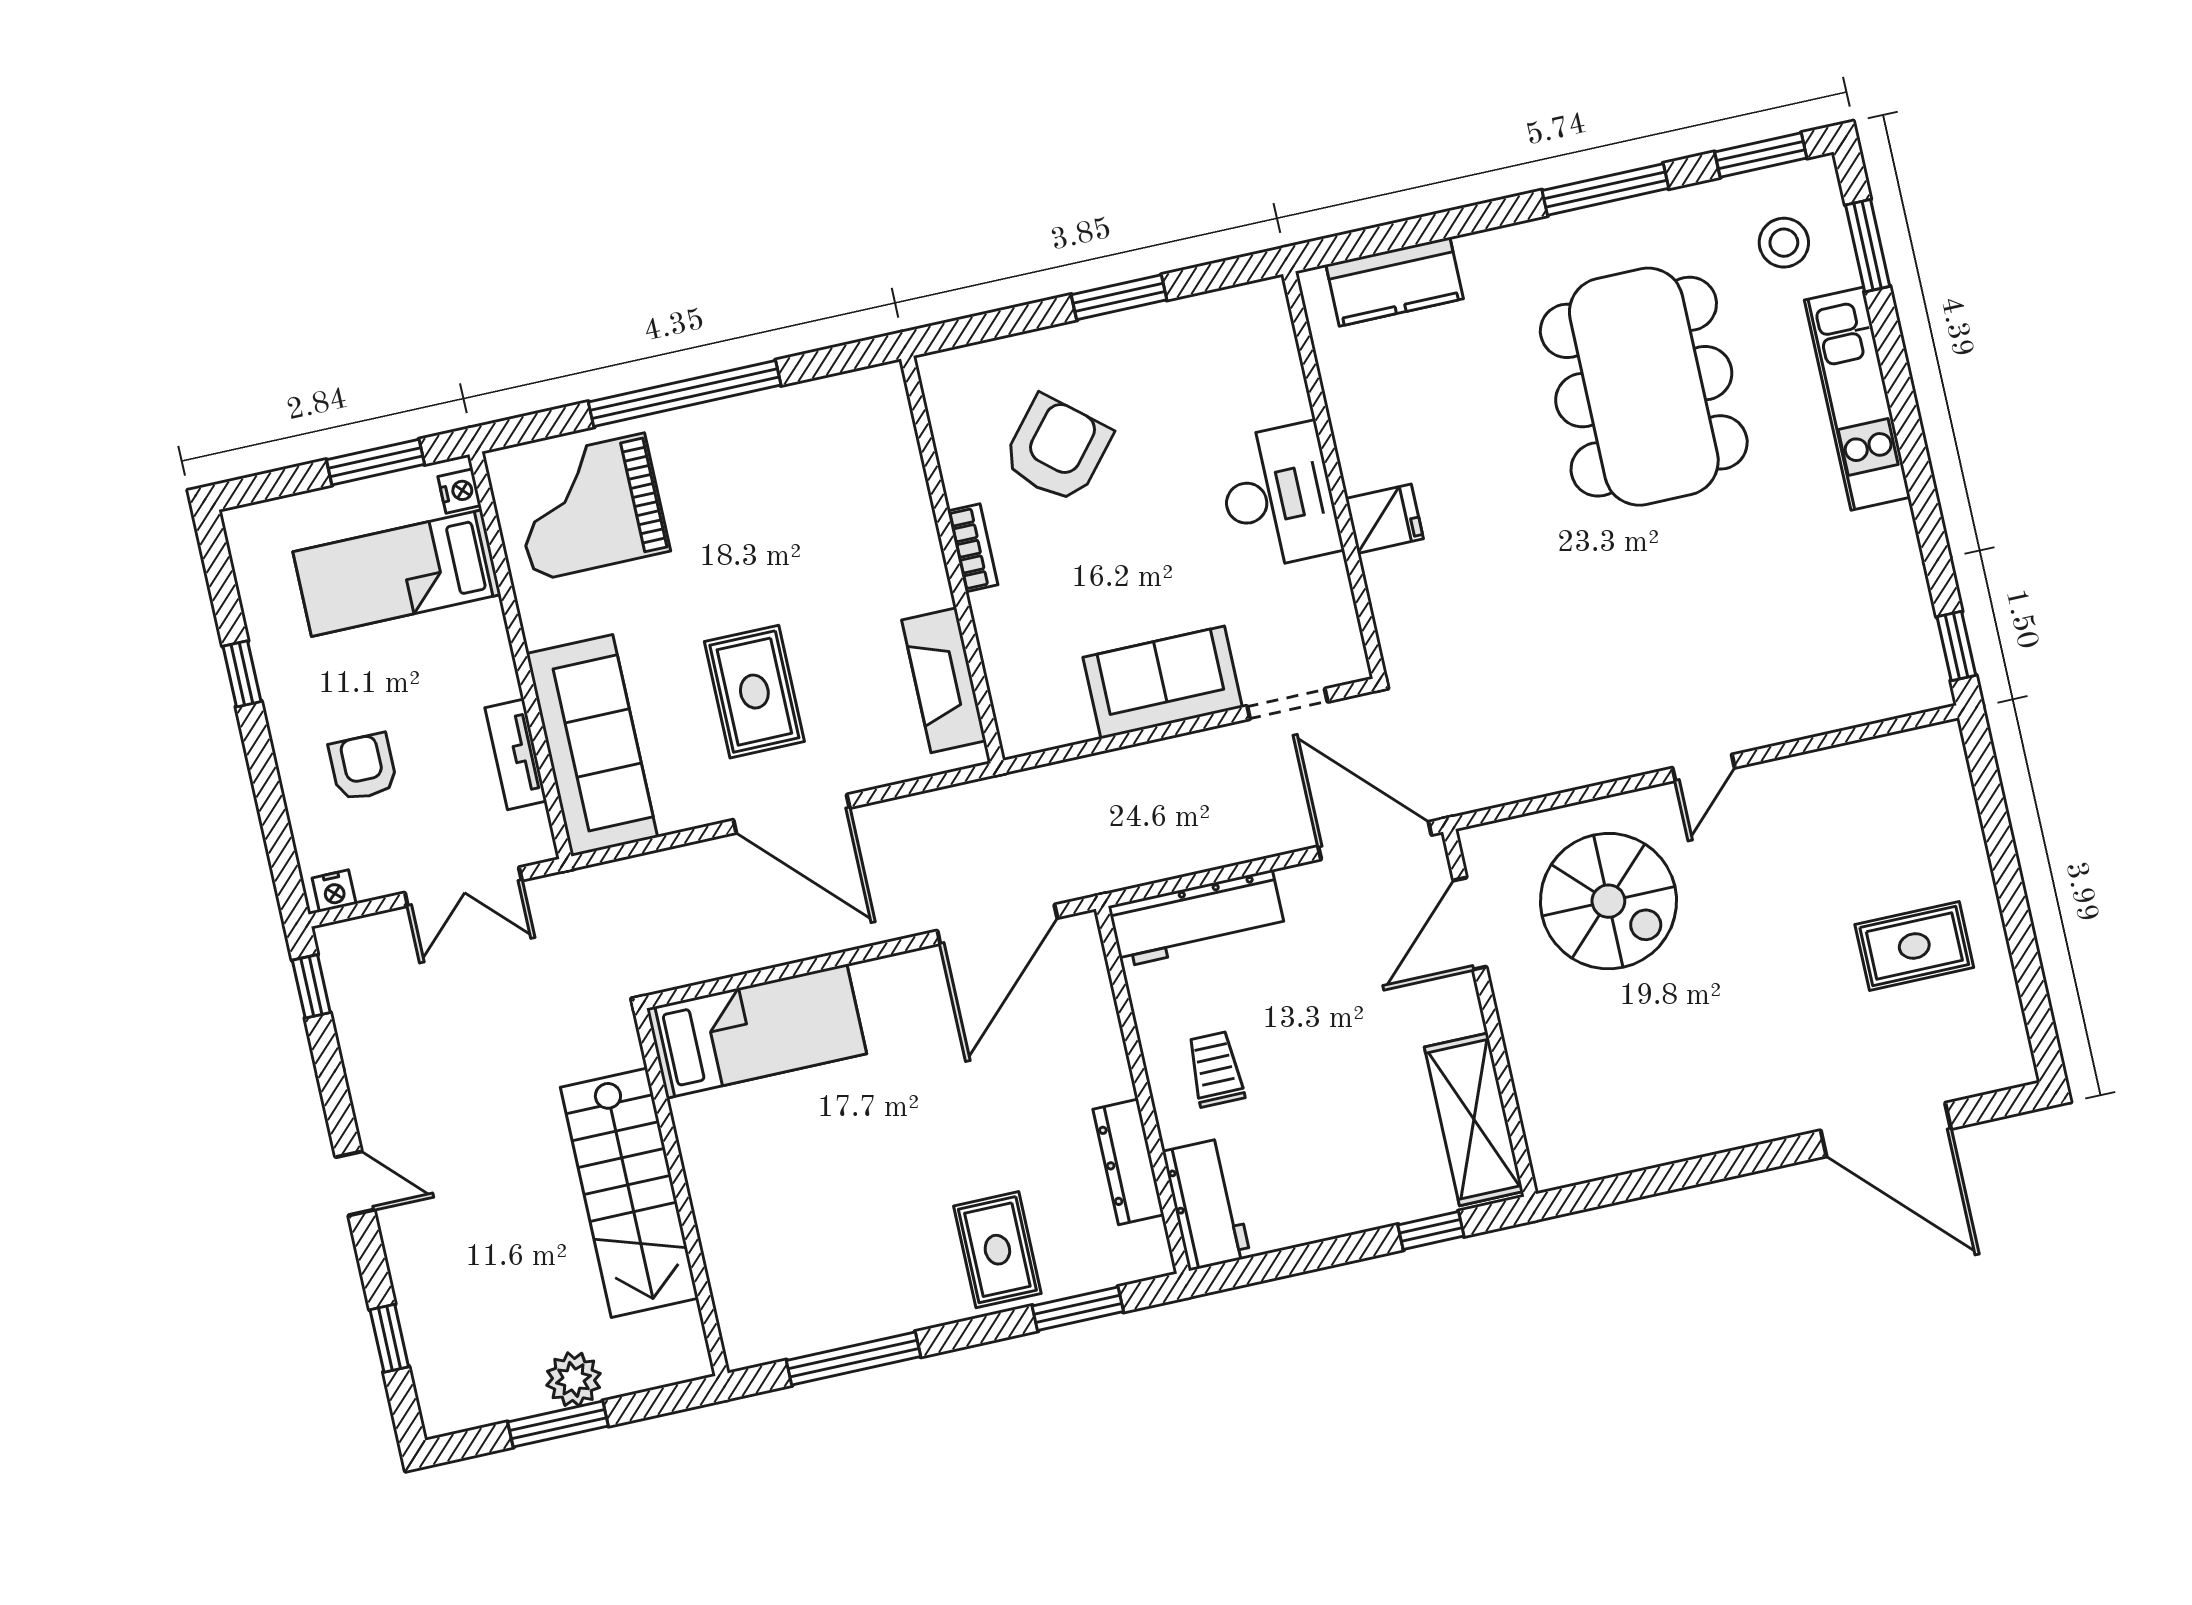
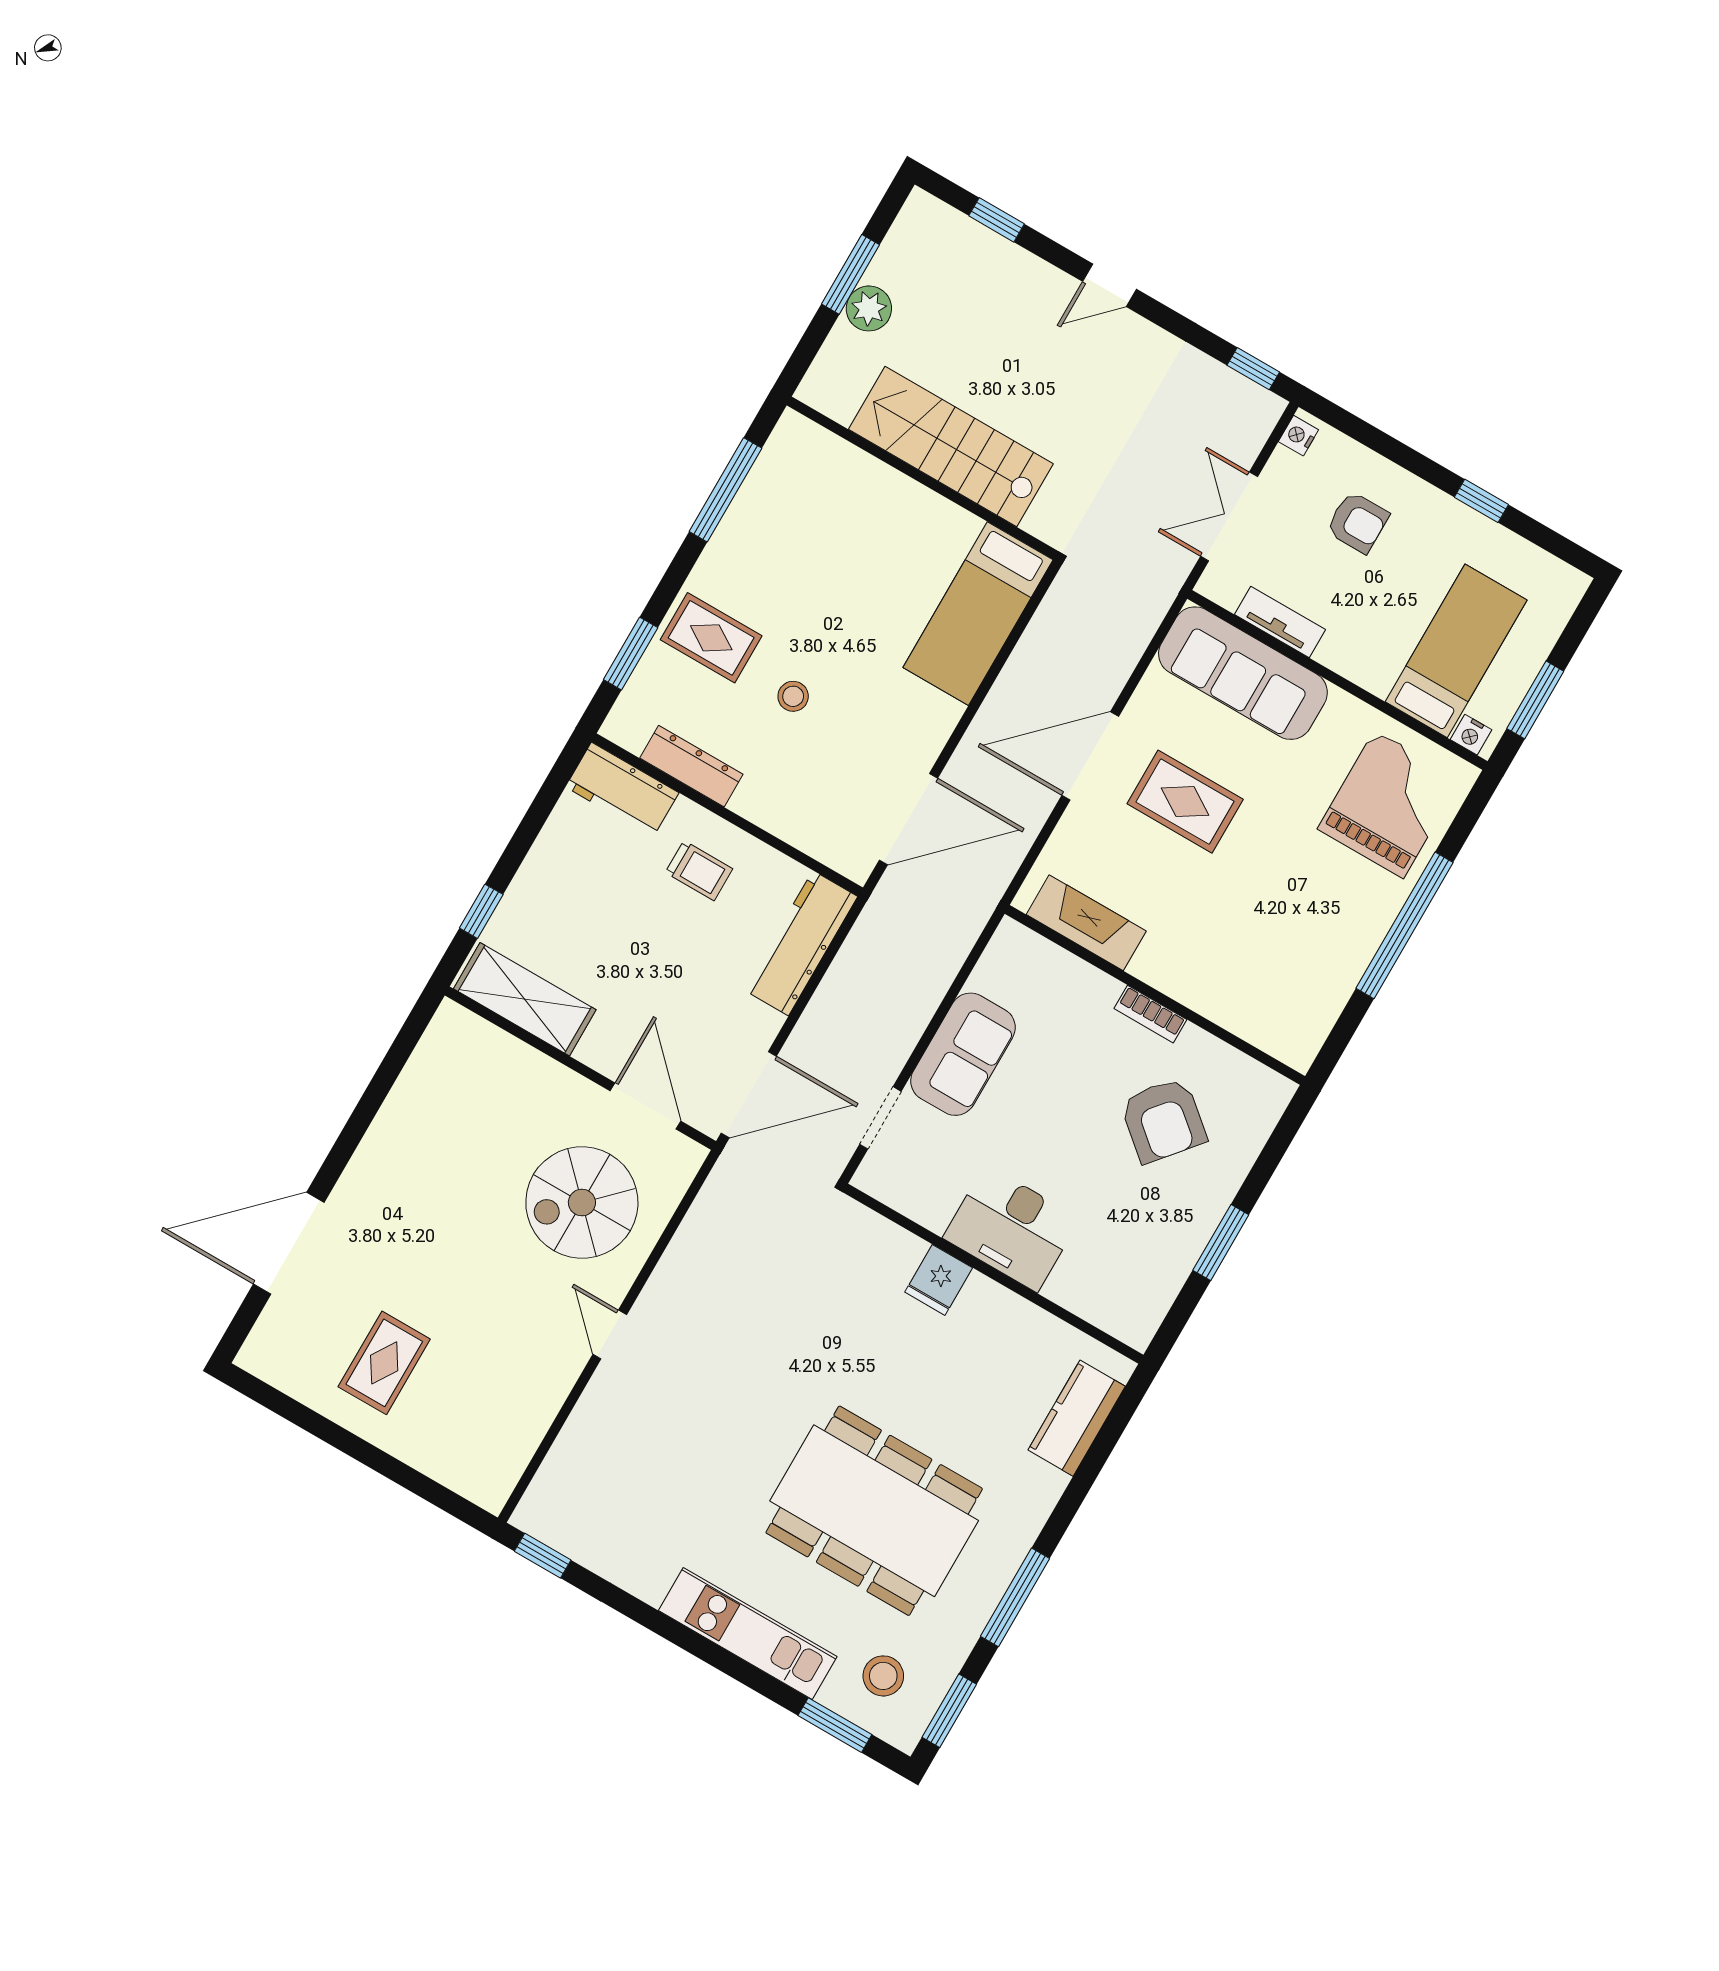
door: (997, 924) -> (908, 819), swing flipped
stool: (982, 1128) -> (793, 696), added

